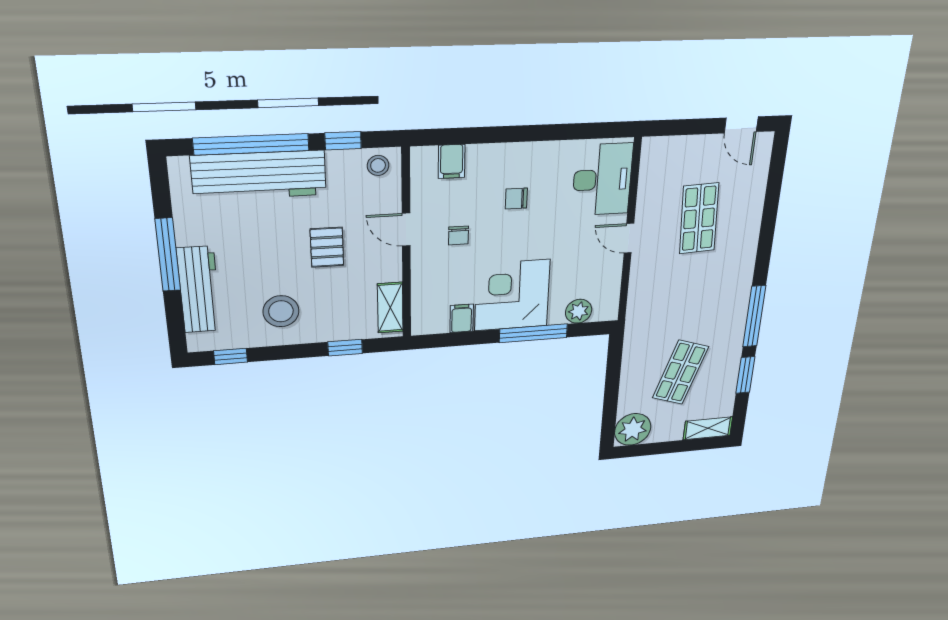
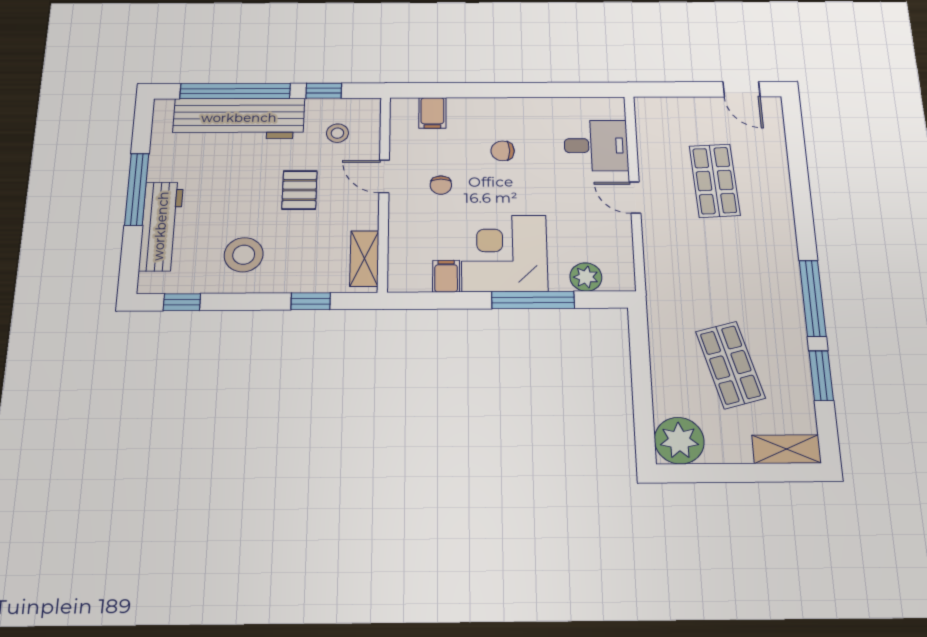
stool: (378, 165) -> (337, 133), moved
desk: (602, 180) -> (596, 146), width x0.73
shop shelf: (680, 372) -> (730, 365), turned -33

